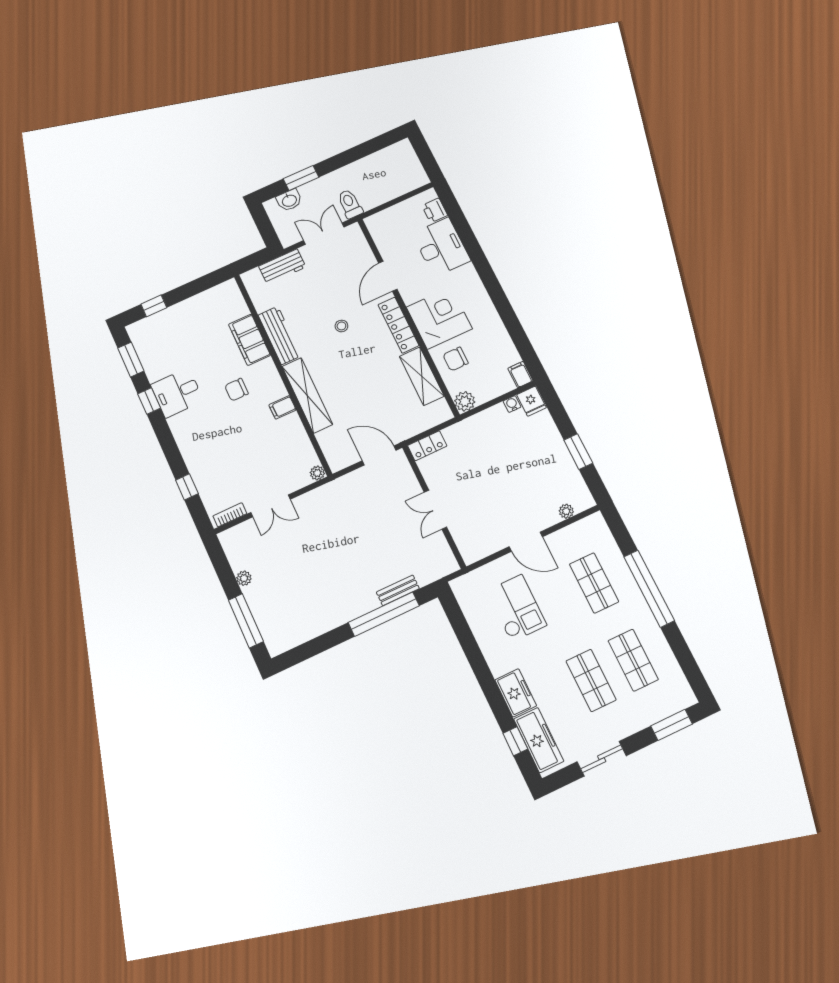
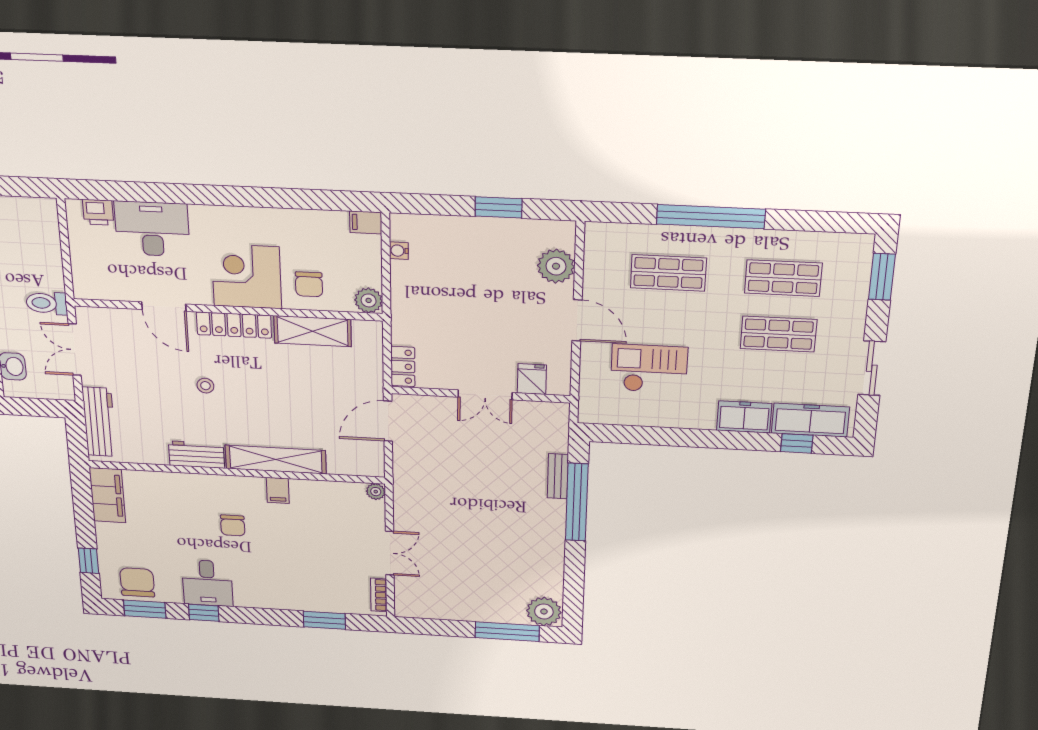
workbench: (282, 267) -> (99, 422), width x1.38
workbench: (280, 335) -> (197, 455), width x0.73
filing cabinet: (250, 340) -> (107, 495), moved, turned -90
chair: (152, 345) -> (137, 582), added
fridge: (531, 401) -> (532, 379), moved, turned -90
window: (187, 487) -> (324, 620), width x1.50
plant: (566, 511) -> (556, 266), width x1.87, depth x1.87
door: (526, 542) -> (577, 320), hinge flipped
plant: (244, 578) -> (544, 612), moved, width x1.88, depth x1.88

